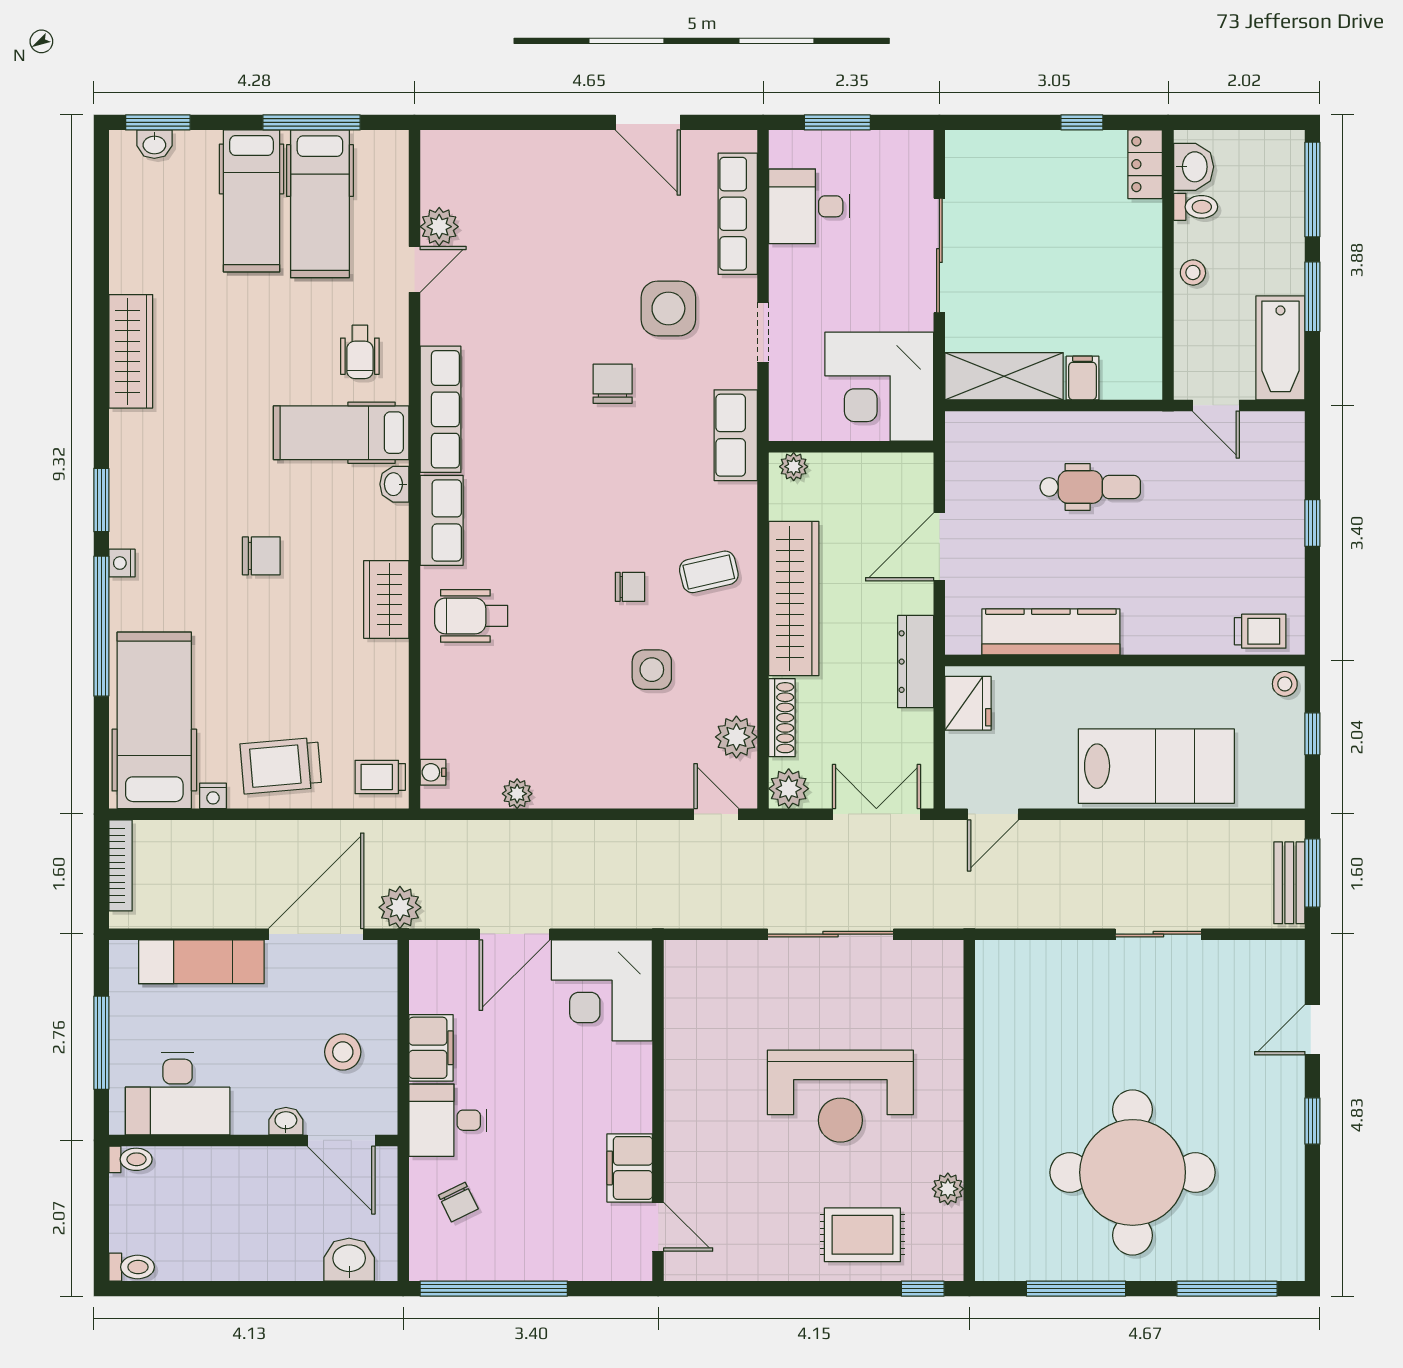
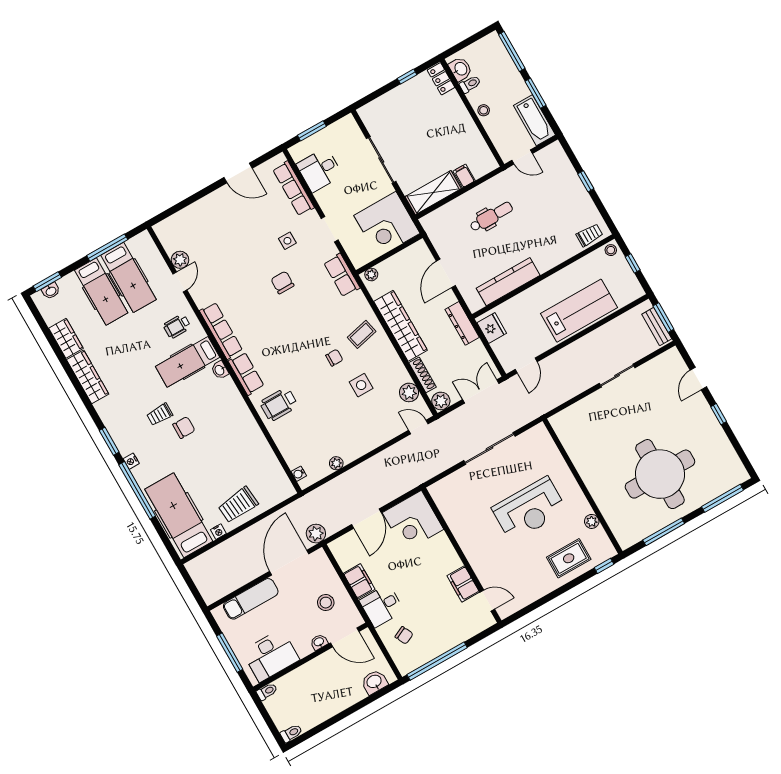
side table: (668, 308) -> (287, 241), width x0.54, depth x0.54
wheelchair: (360, 352) -> (177, 326), turned 90
wardrobe: (386, 599) -> (66, 338), moved, turned 180
trolley: (380, 777) -> (160, 414), moved
bookcase: (120, 865) -> (198, 579), removed

